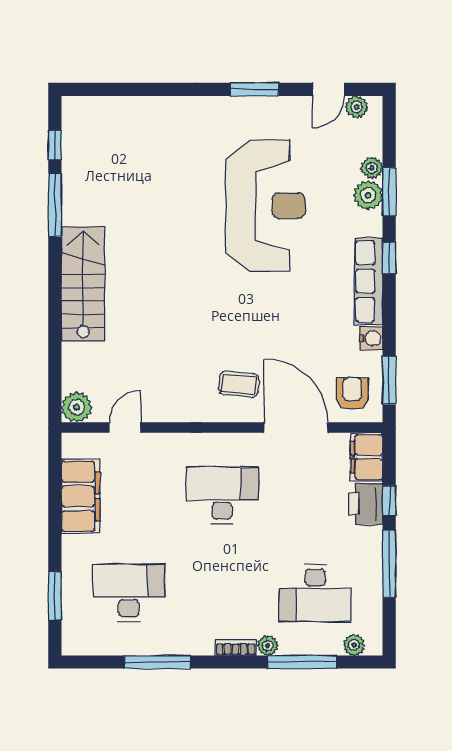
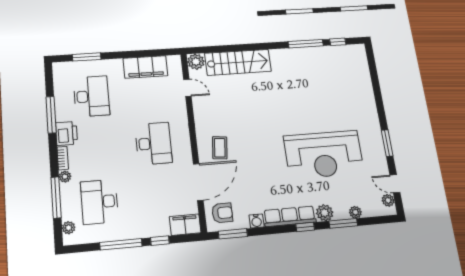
plant: (368, 195) -> (325, 213), moved
stairs: (83, 284) -> (238, 62), moved
printer: (366, 504) -> (67, 133), moved, turned 90

